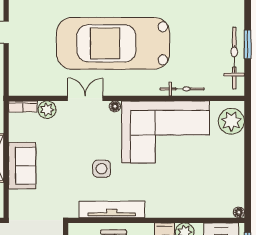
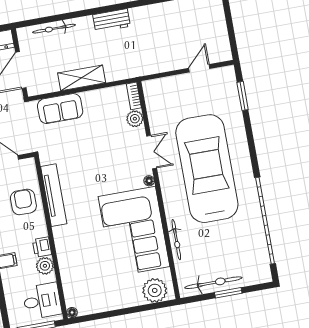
sofa: (22, 166) -> (60, 109), moved
side table: (102, 169) -> (89, 179), removed

